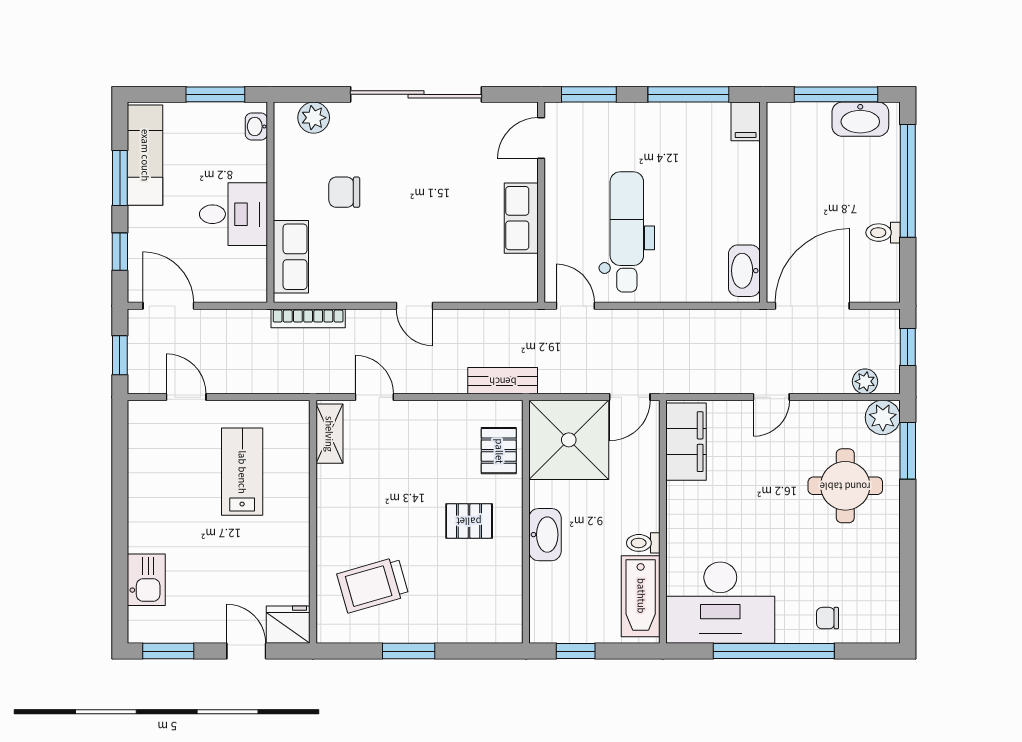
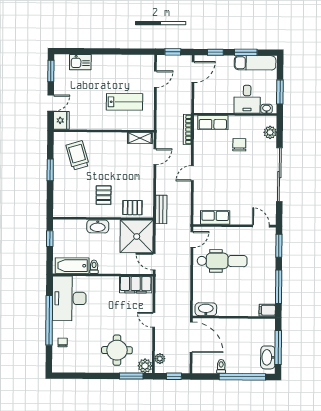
desk: (233, 214) -> (247, 99), moved
row of seats: (521, 218) -> (215, 217), moved

